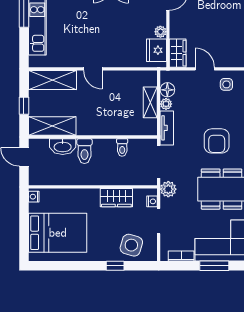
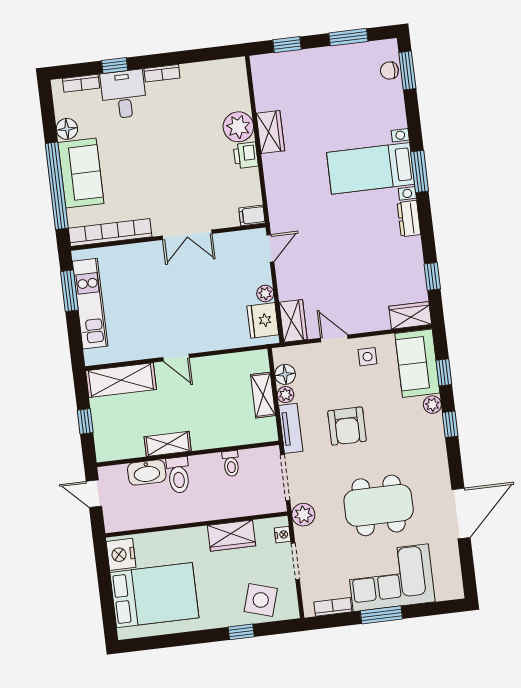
shelving: (52, 126) -> (168, 444), moved, width x0.67, depth x0.75
armchair: (217, 141) -> (347, 426), moved
nightstand: (34, 197) -> (121, 554), width x1.89, depth x1.79

